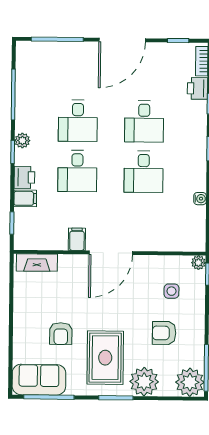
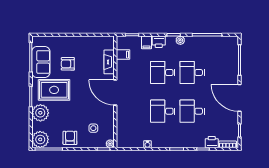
filing cabinet: (77, 239) -> (123, 55), moved
fireplace: (37, 263) -> (109, 62), moved
armchair: (164, 333) -> (70, 138), moved
sofa: (39, 380) -> (41, 62), moved

